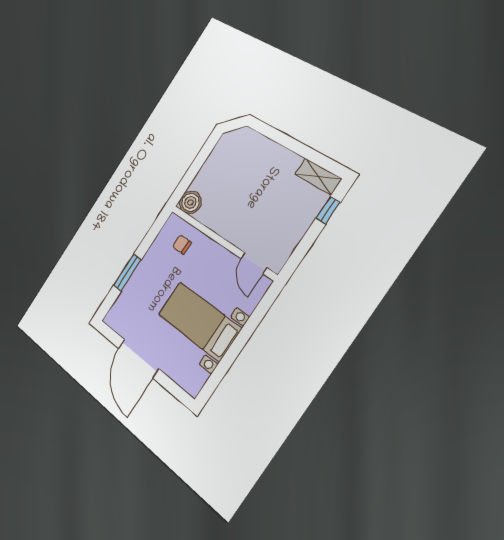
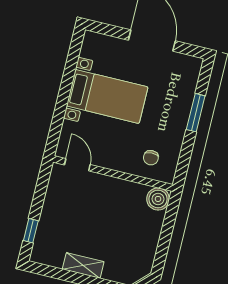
shelving: (318, 176) -> (83, 265), moved
chair: (182, 245) -> (151, 158), turned 90

